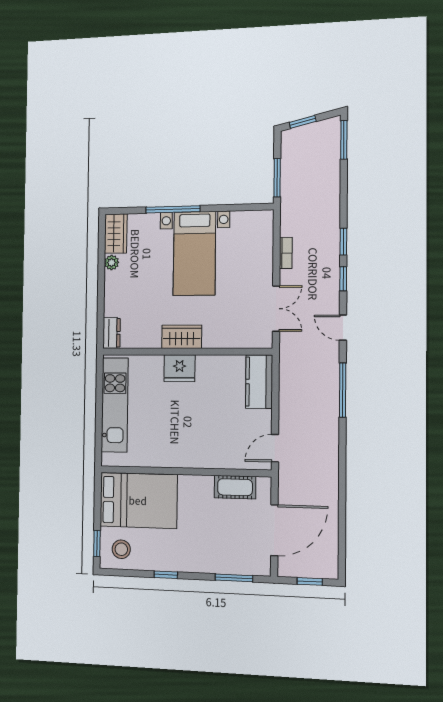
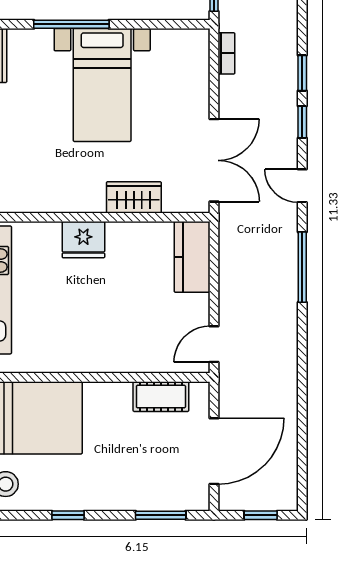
bookcase: (286, 253) -> (226, 53), moved
double door: (276, 309) -> (214, 160), width x1.37
wardrobe: (182, 337) -> (134, 197), moved

